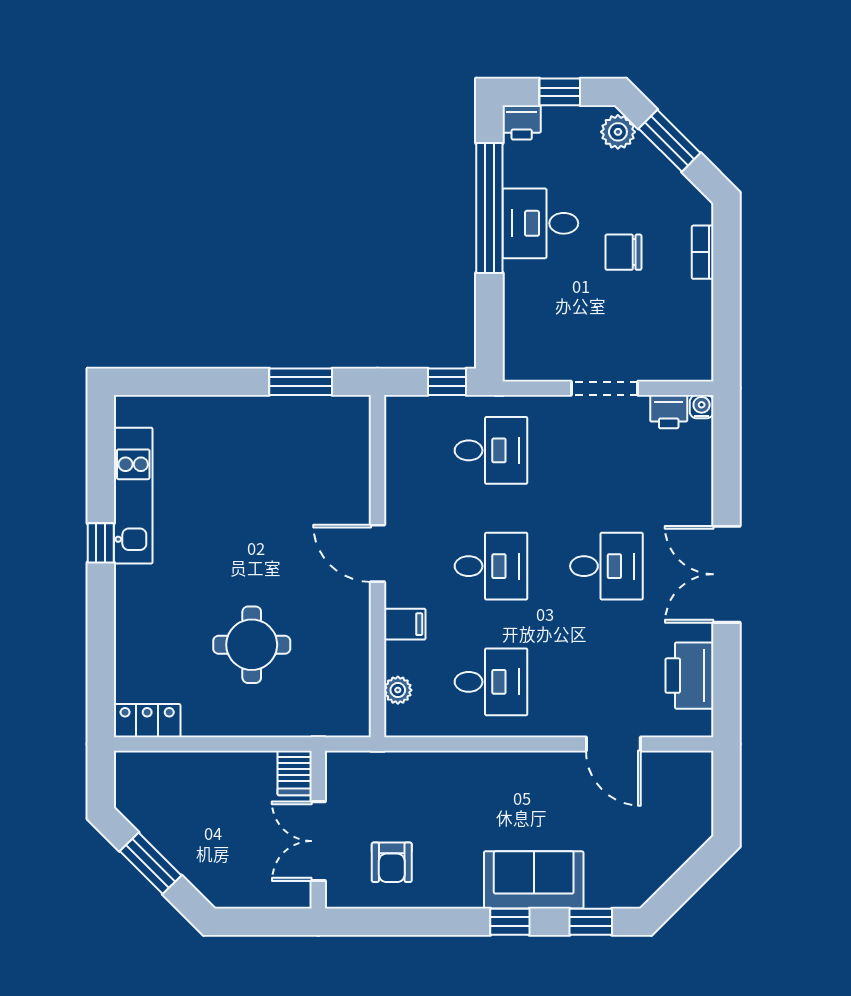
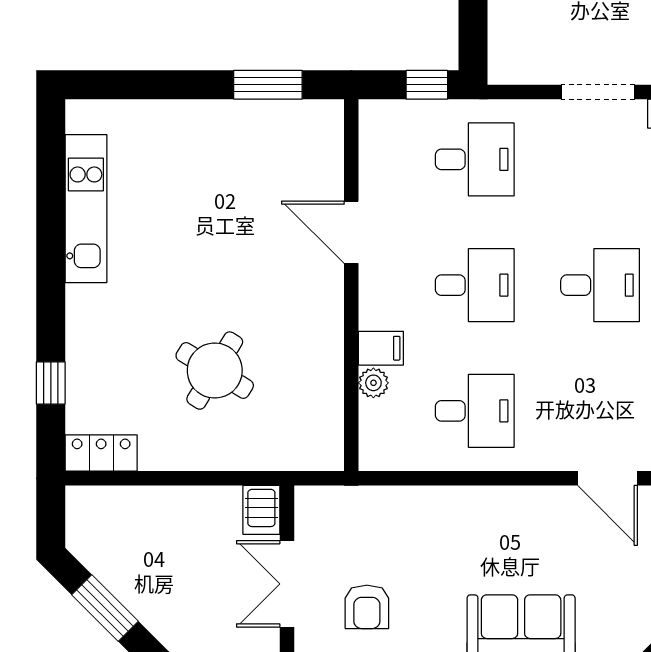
window: (101, 543) -> (51, 383), moved
door: (377, 553) -> (351, 232), moved
round table: (252, 645) -> (215, 371), turned 31
plant: (398, 690) -> (373, 383), moved

